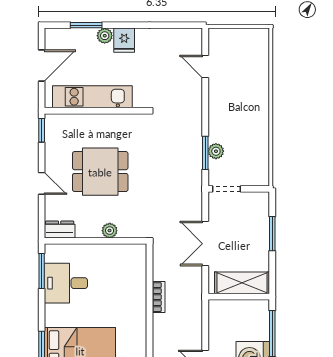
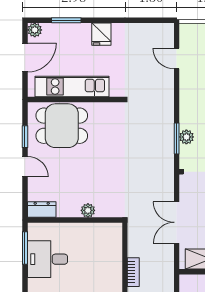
plant: (105, 36) -> (35, 30), moved
window: (42, 130) -> (25, 137), moved
dining table: (100, 172) -> (62, 126), moved

